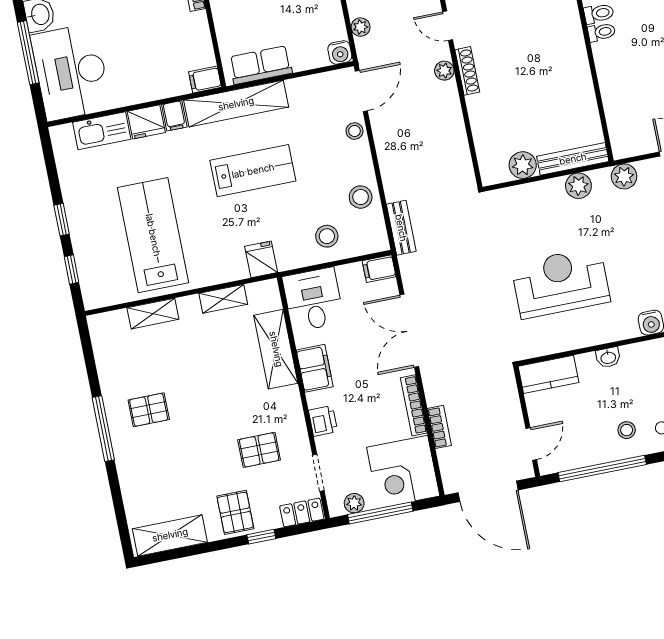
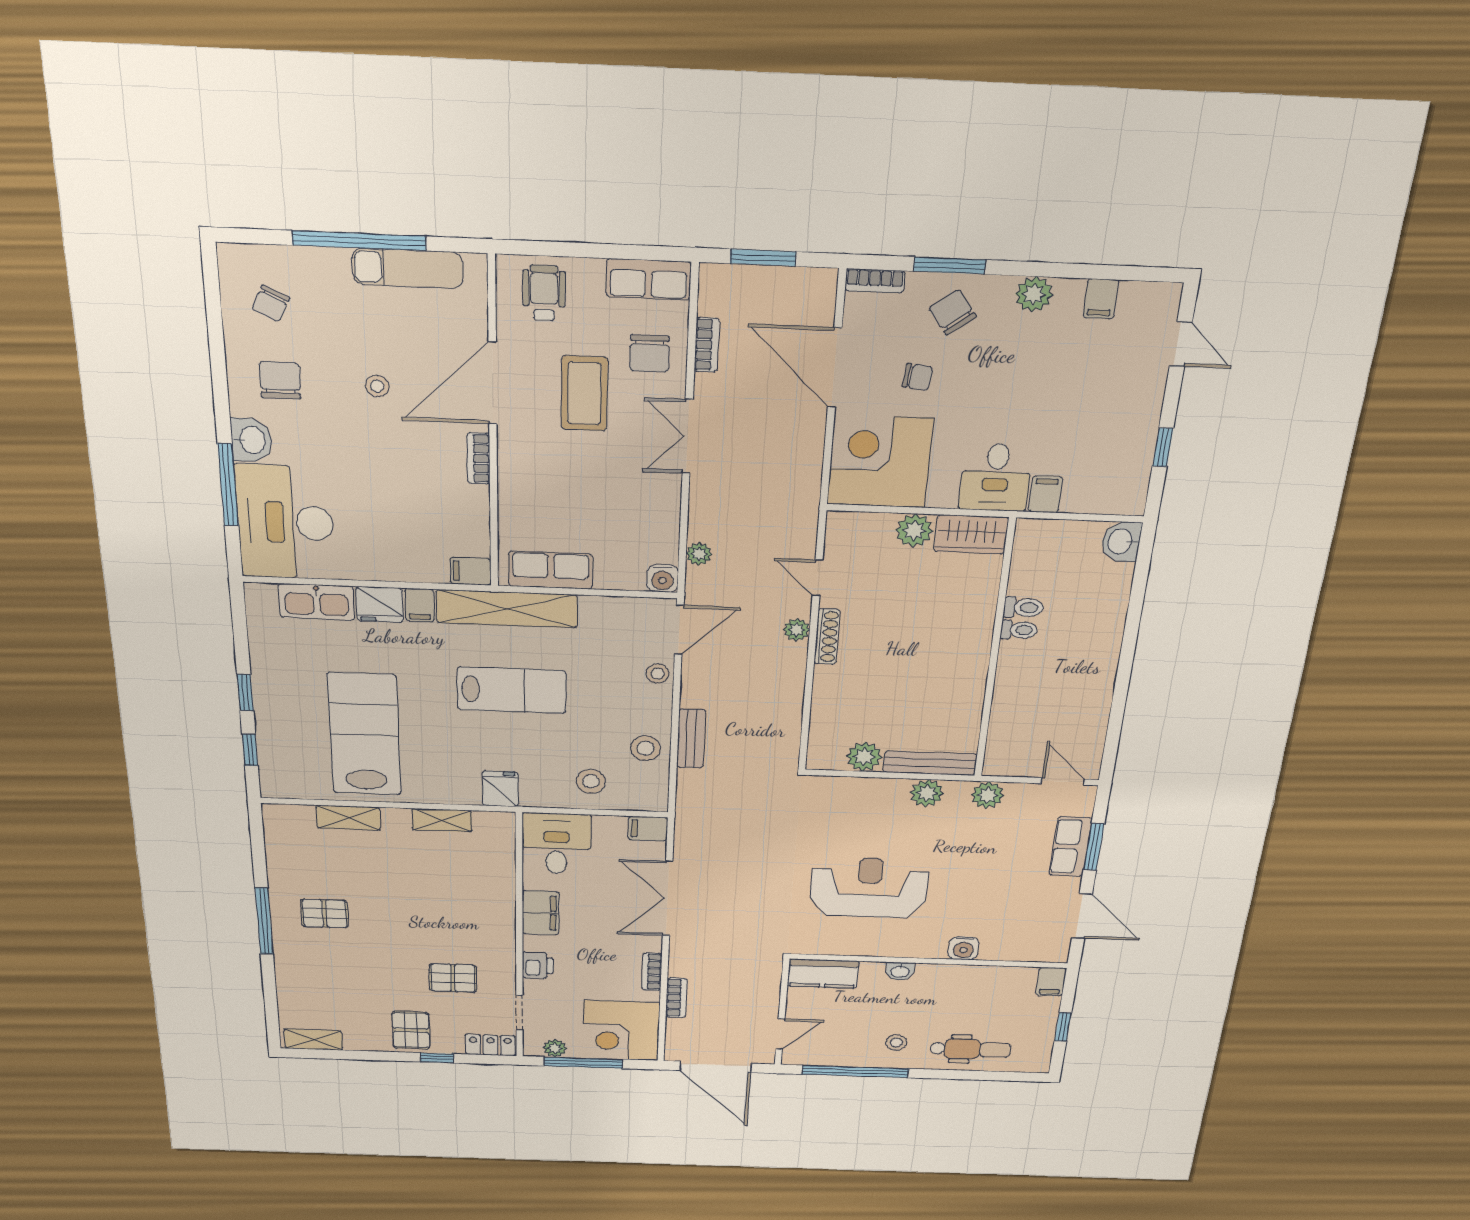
bench: (401, 228) -> (691, 739), moved
shelving: (276, 349) -> (497, 884), removed
bookcase: (414, 405) -> (652, 972), width x0.64
shelving: (170, 535) -> (313, 1039), width x0.67, depth x0.75

